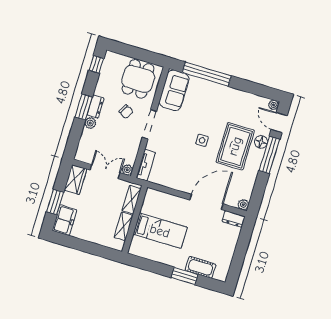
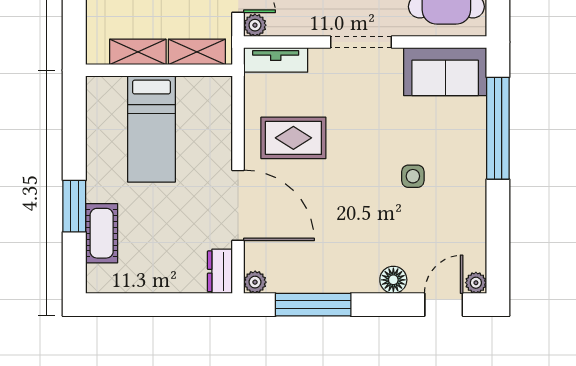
side table: (202, 140) -> (413, 176), moved
rug: (235, 146) -> (293, 138), moved, width x0.73, depth x0.70
window: (269, 155) -> (313, 305), moved

